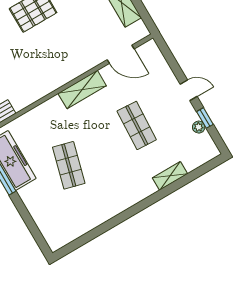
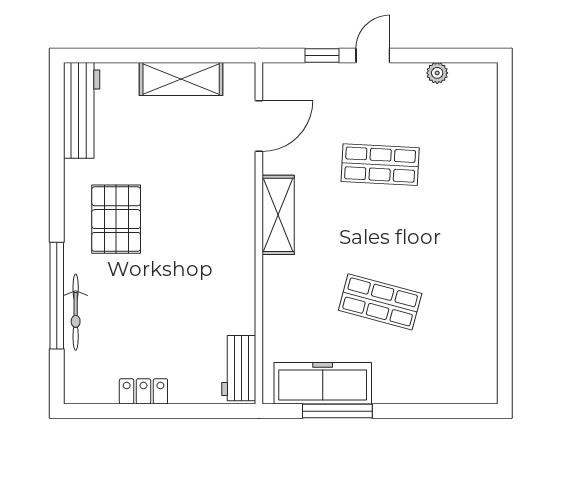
window: (205, 118) -> (322, 55), moved
shelving: (170, 176) -> (485, 159), removed

